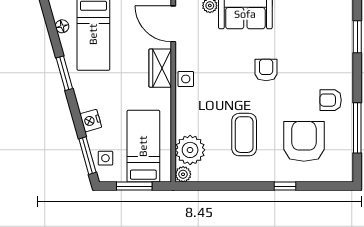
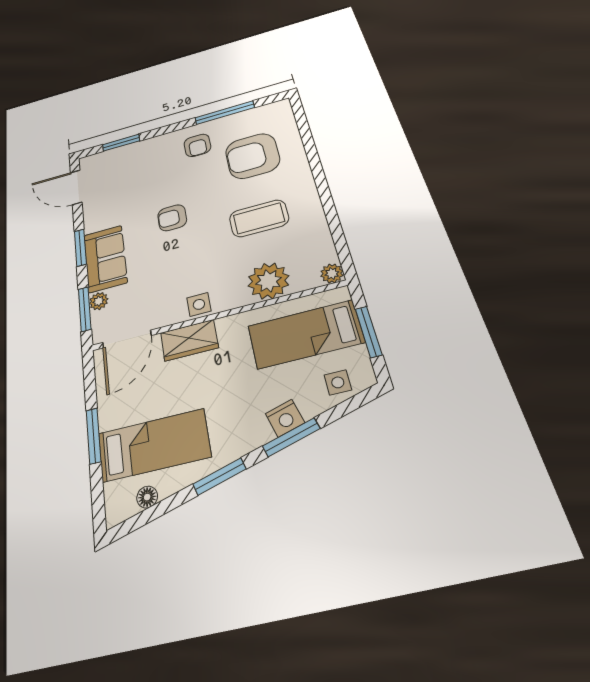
plant: (190, 150) -> (268, 281), moved
window: (87, 156) -> (291, 437), moved
window: (285, 186) -> (313, 158), removed

